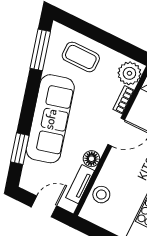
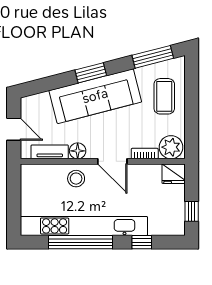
window: (20, 149) -> (91, 73), moved
stool: (101, 195) -> (76, 179), moved

